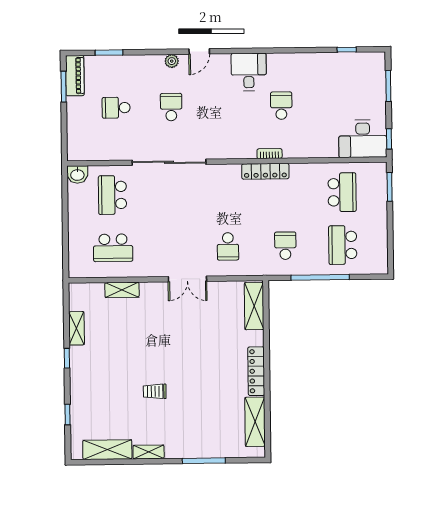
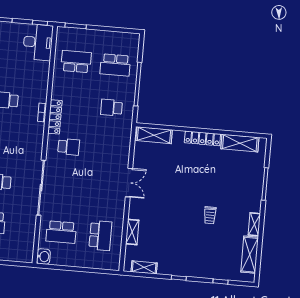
school desk: (228, 246) -> (69, 147), moved
shelving: (77, 328) -> (144, 267), moved

